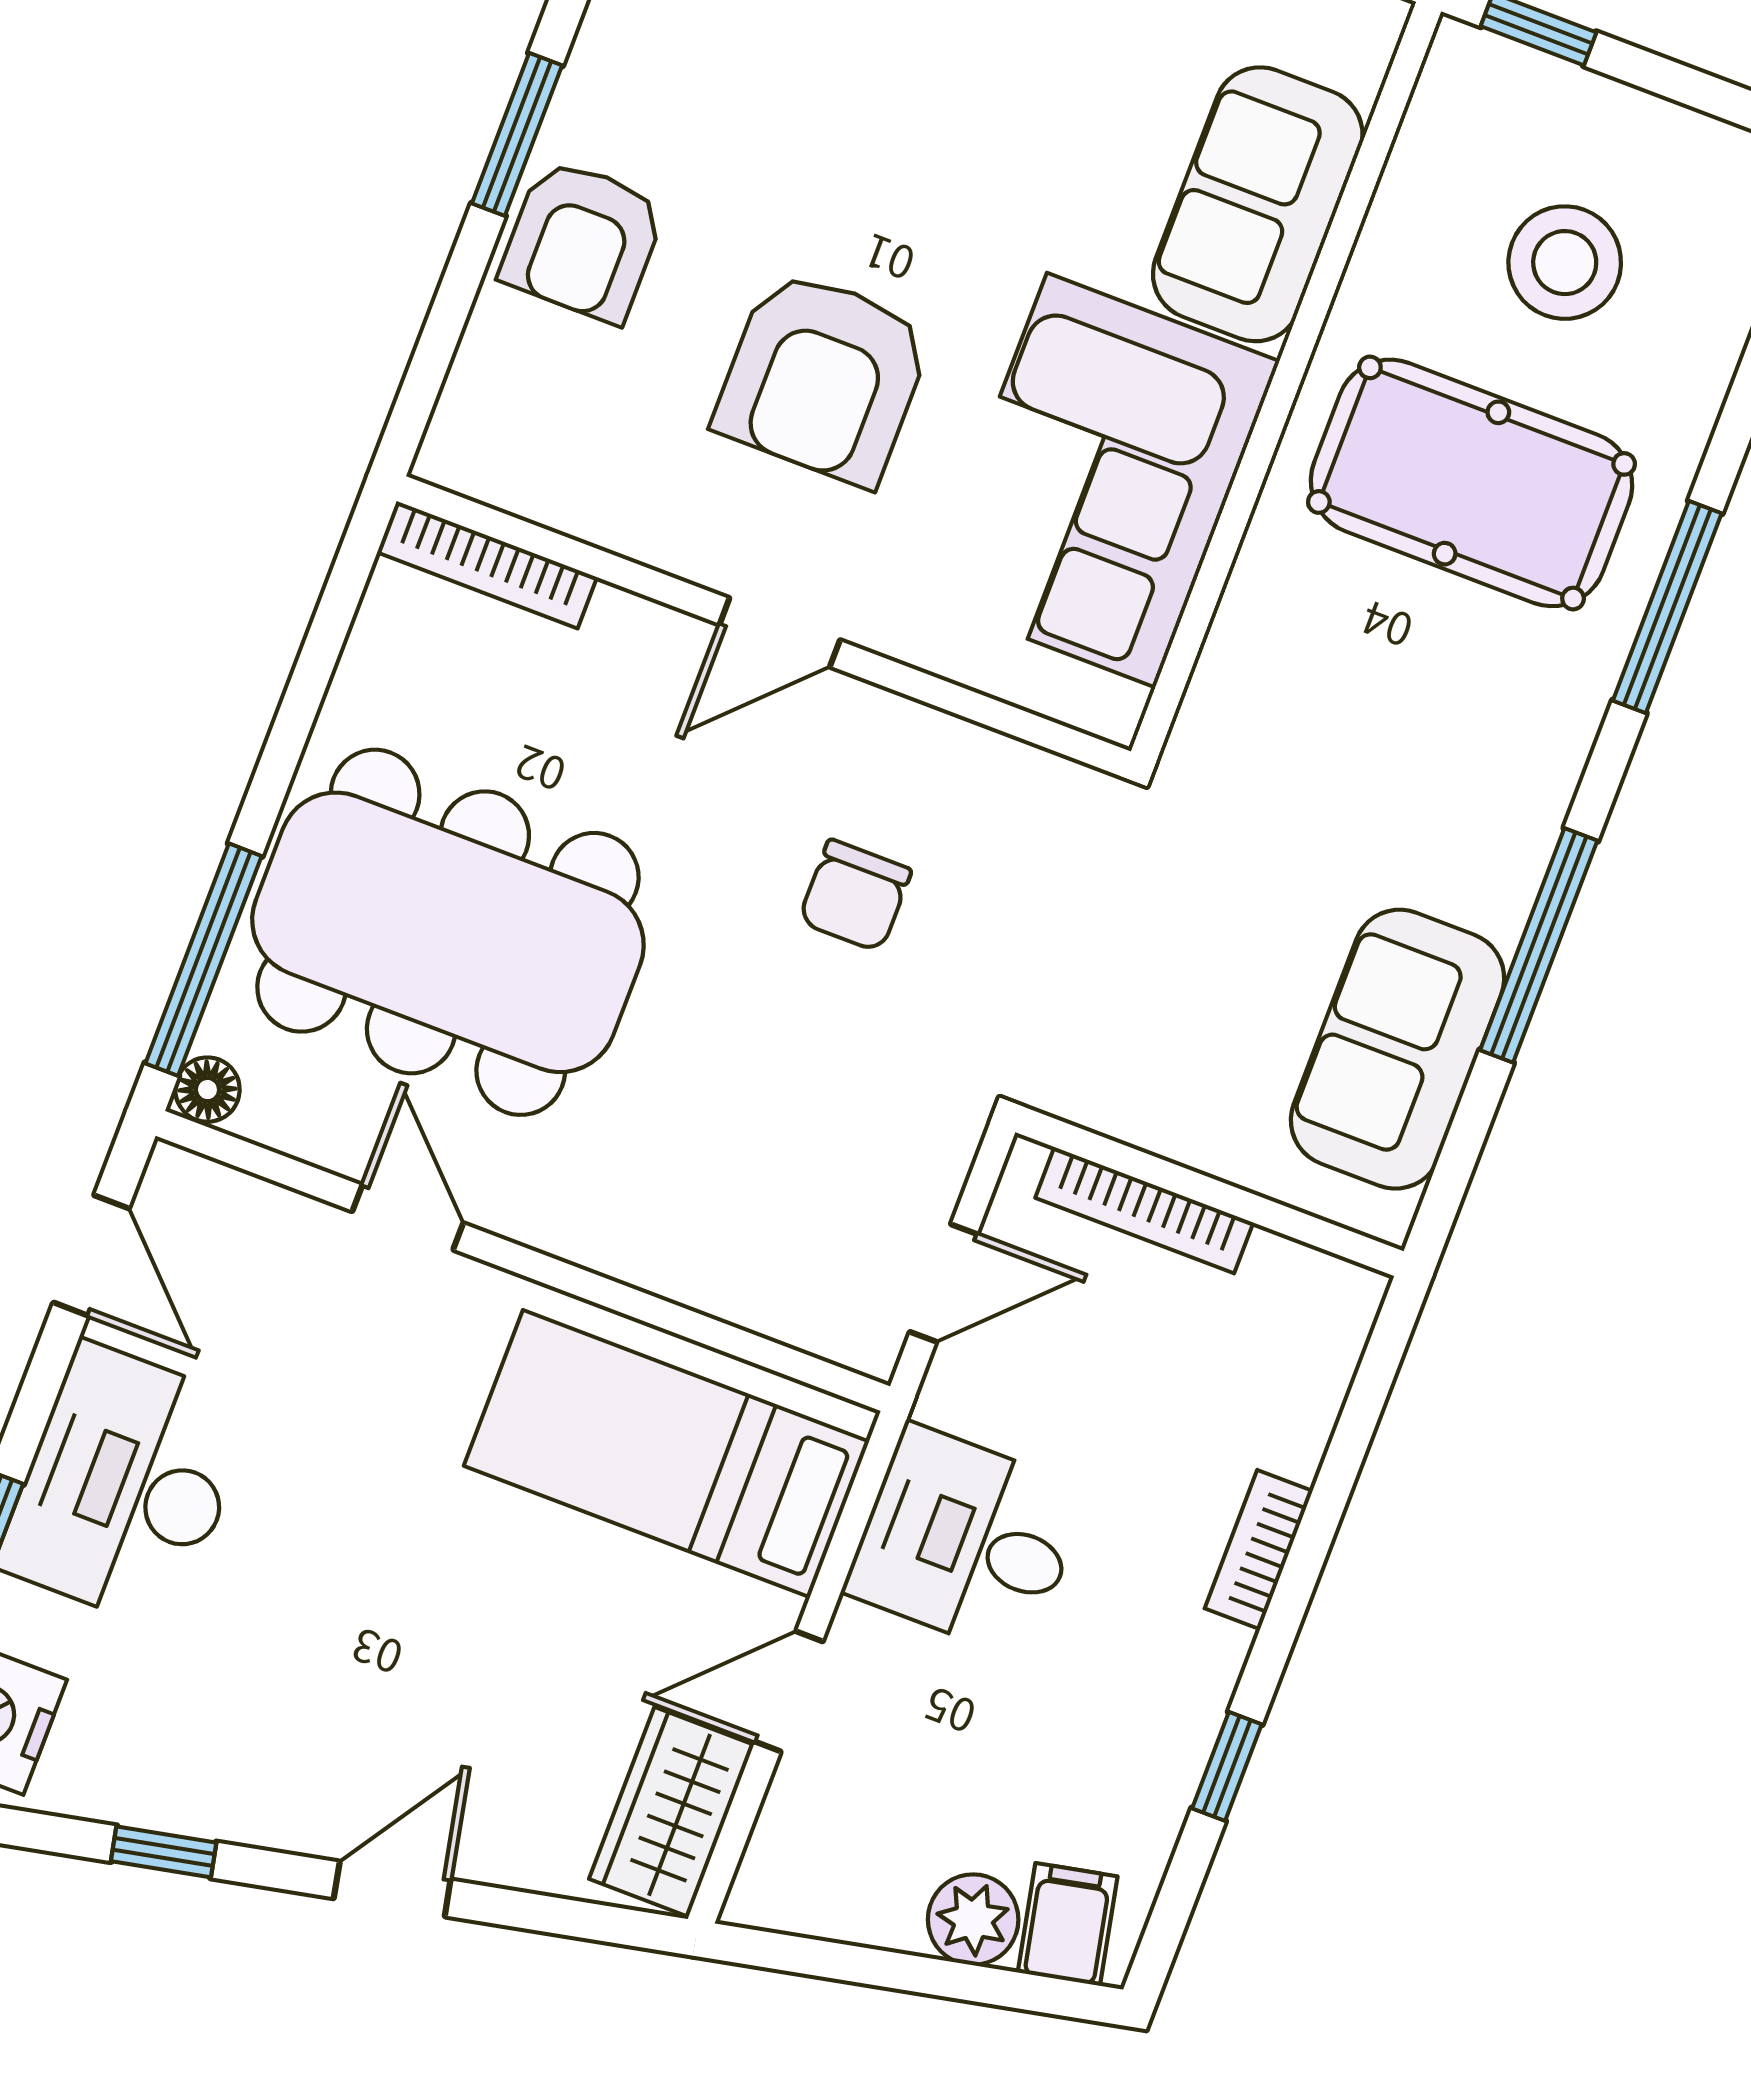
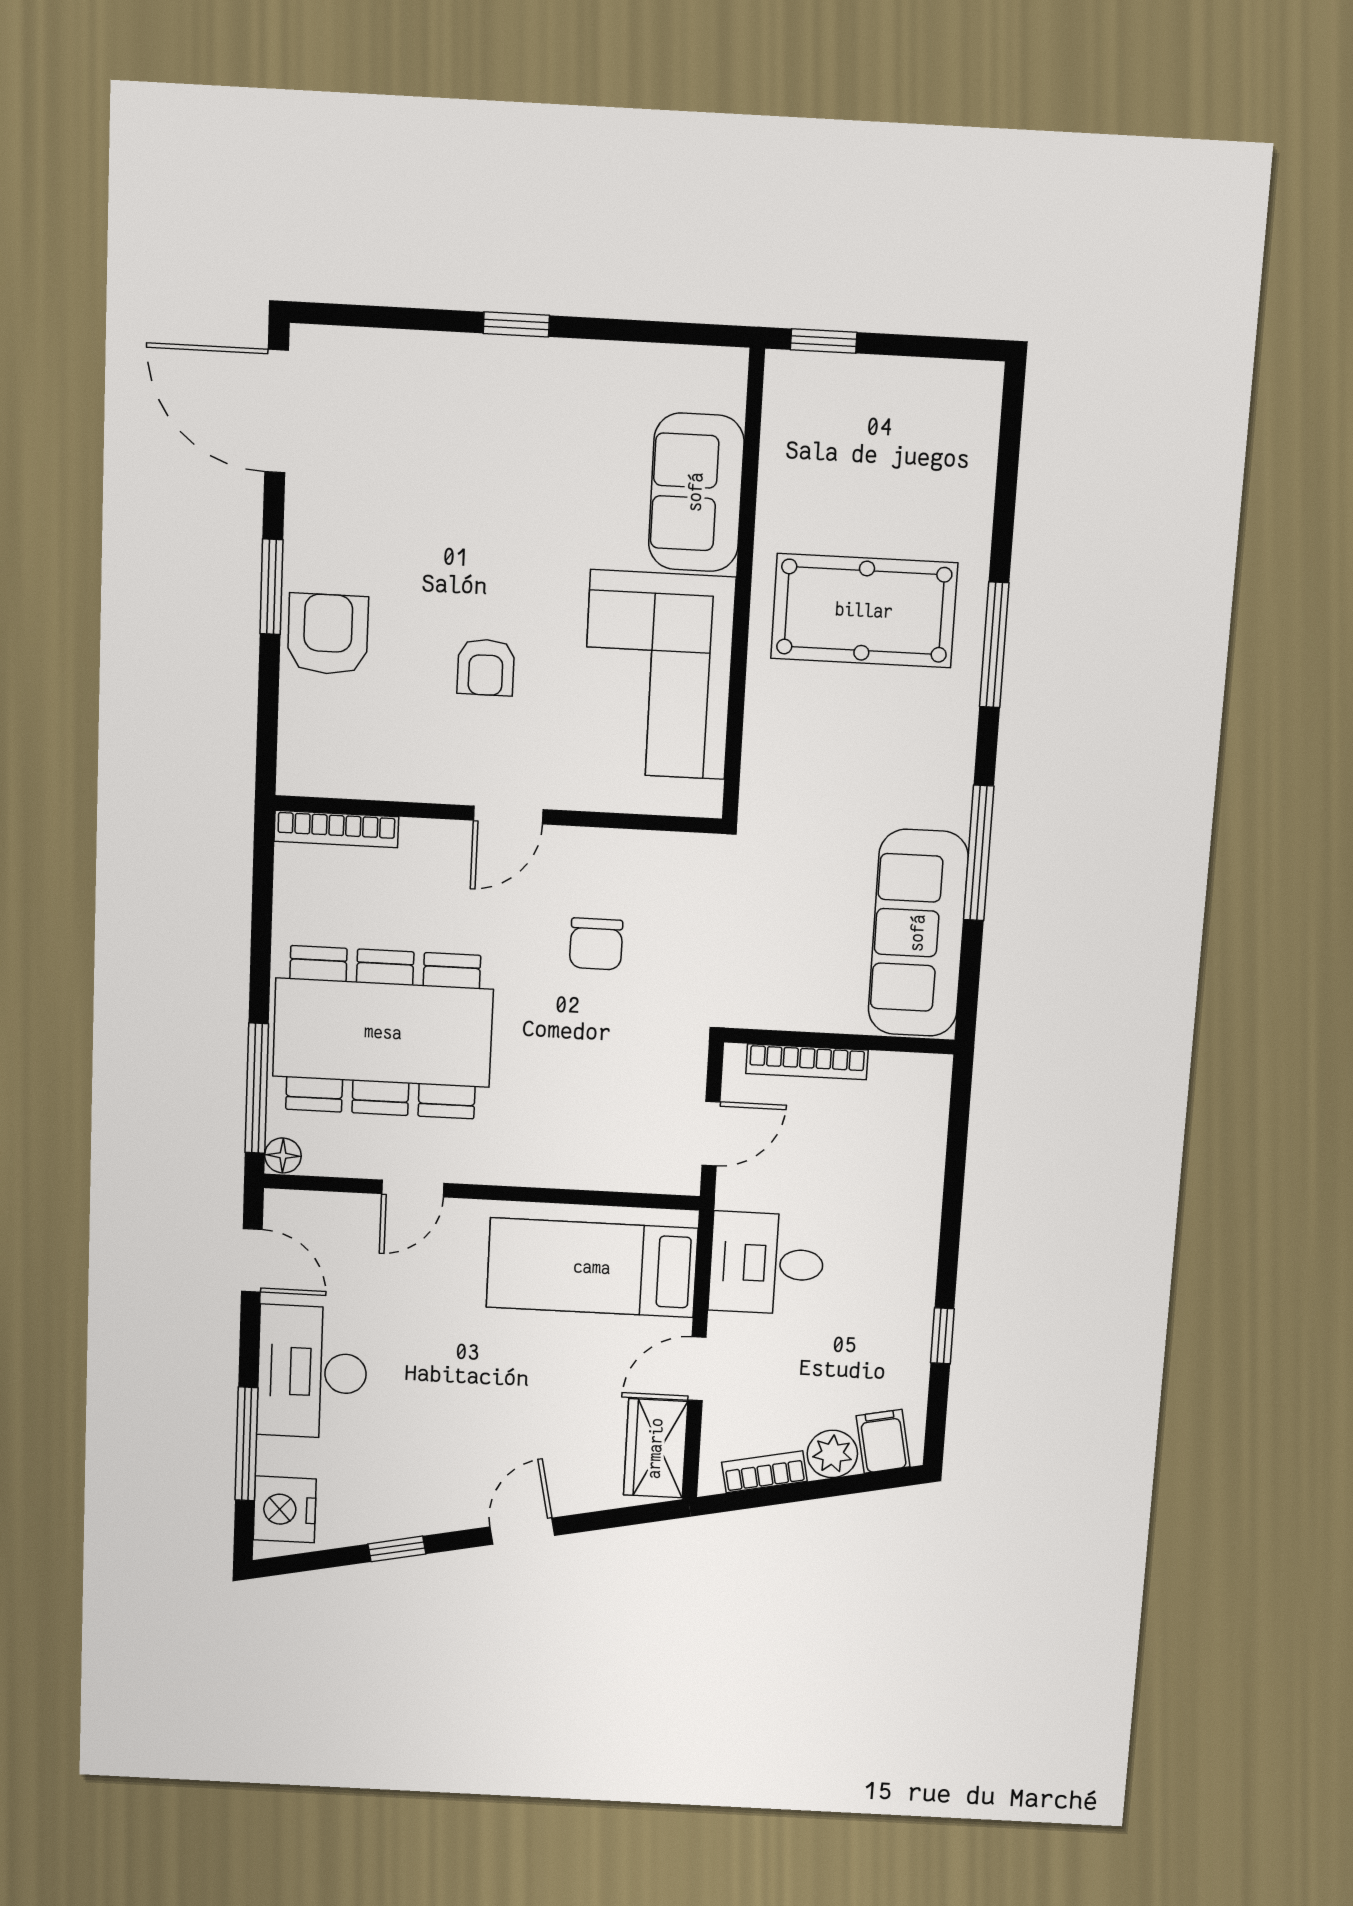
armchair: (583, 241) -> (328, 634), turned 180
stool: (1565, 263) -> (879, 470), removed
armchair: (823, 377) -> (486, 667), width x0.53, depth x0.53
sofa: (1397, 1049) -> (918, 933), width x1.36
door: (408, 1217) -> (413, 1189), swing flipped
bookcase: (1259, 1550) -> (764, 1472), moved, turned 78

